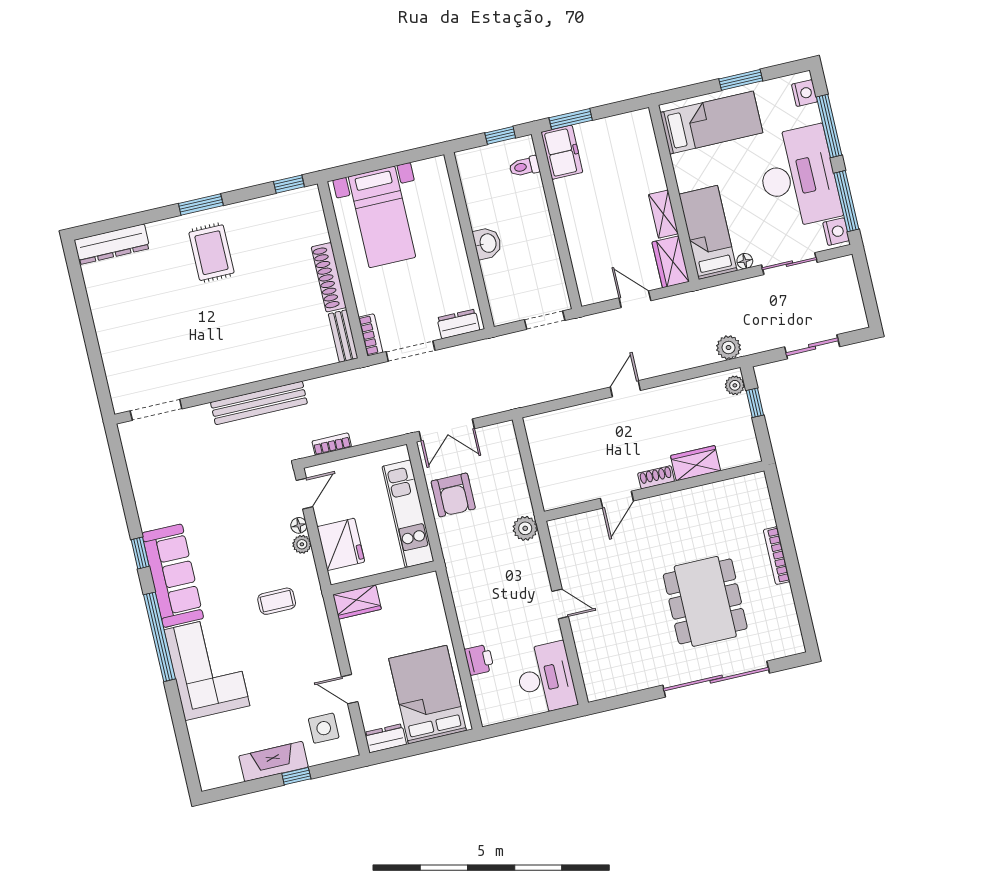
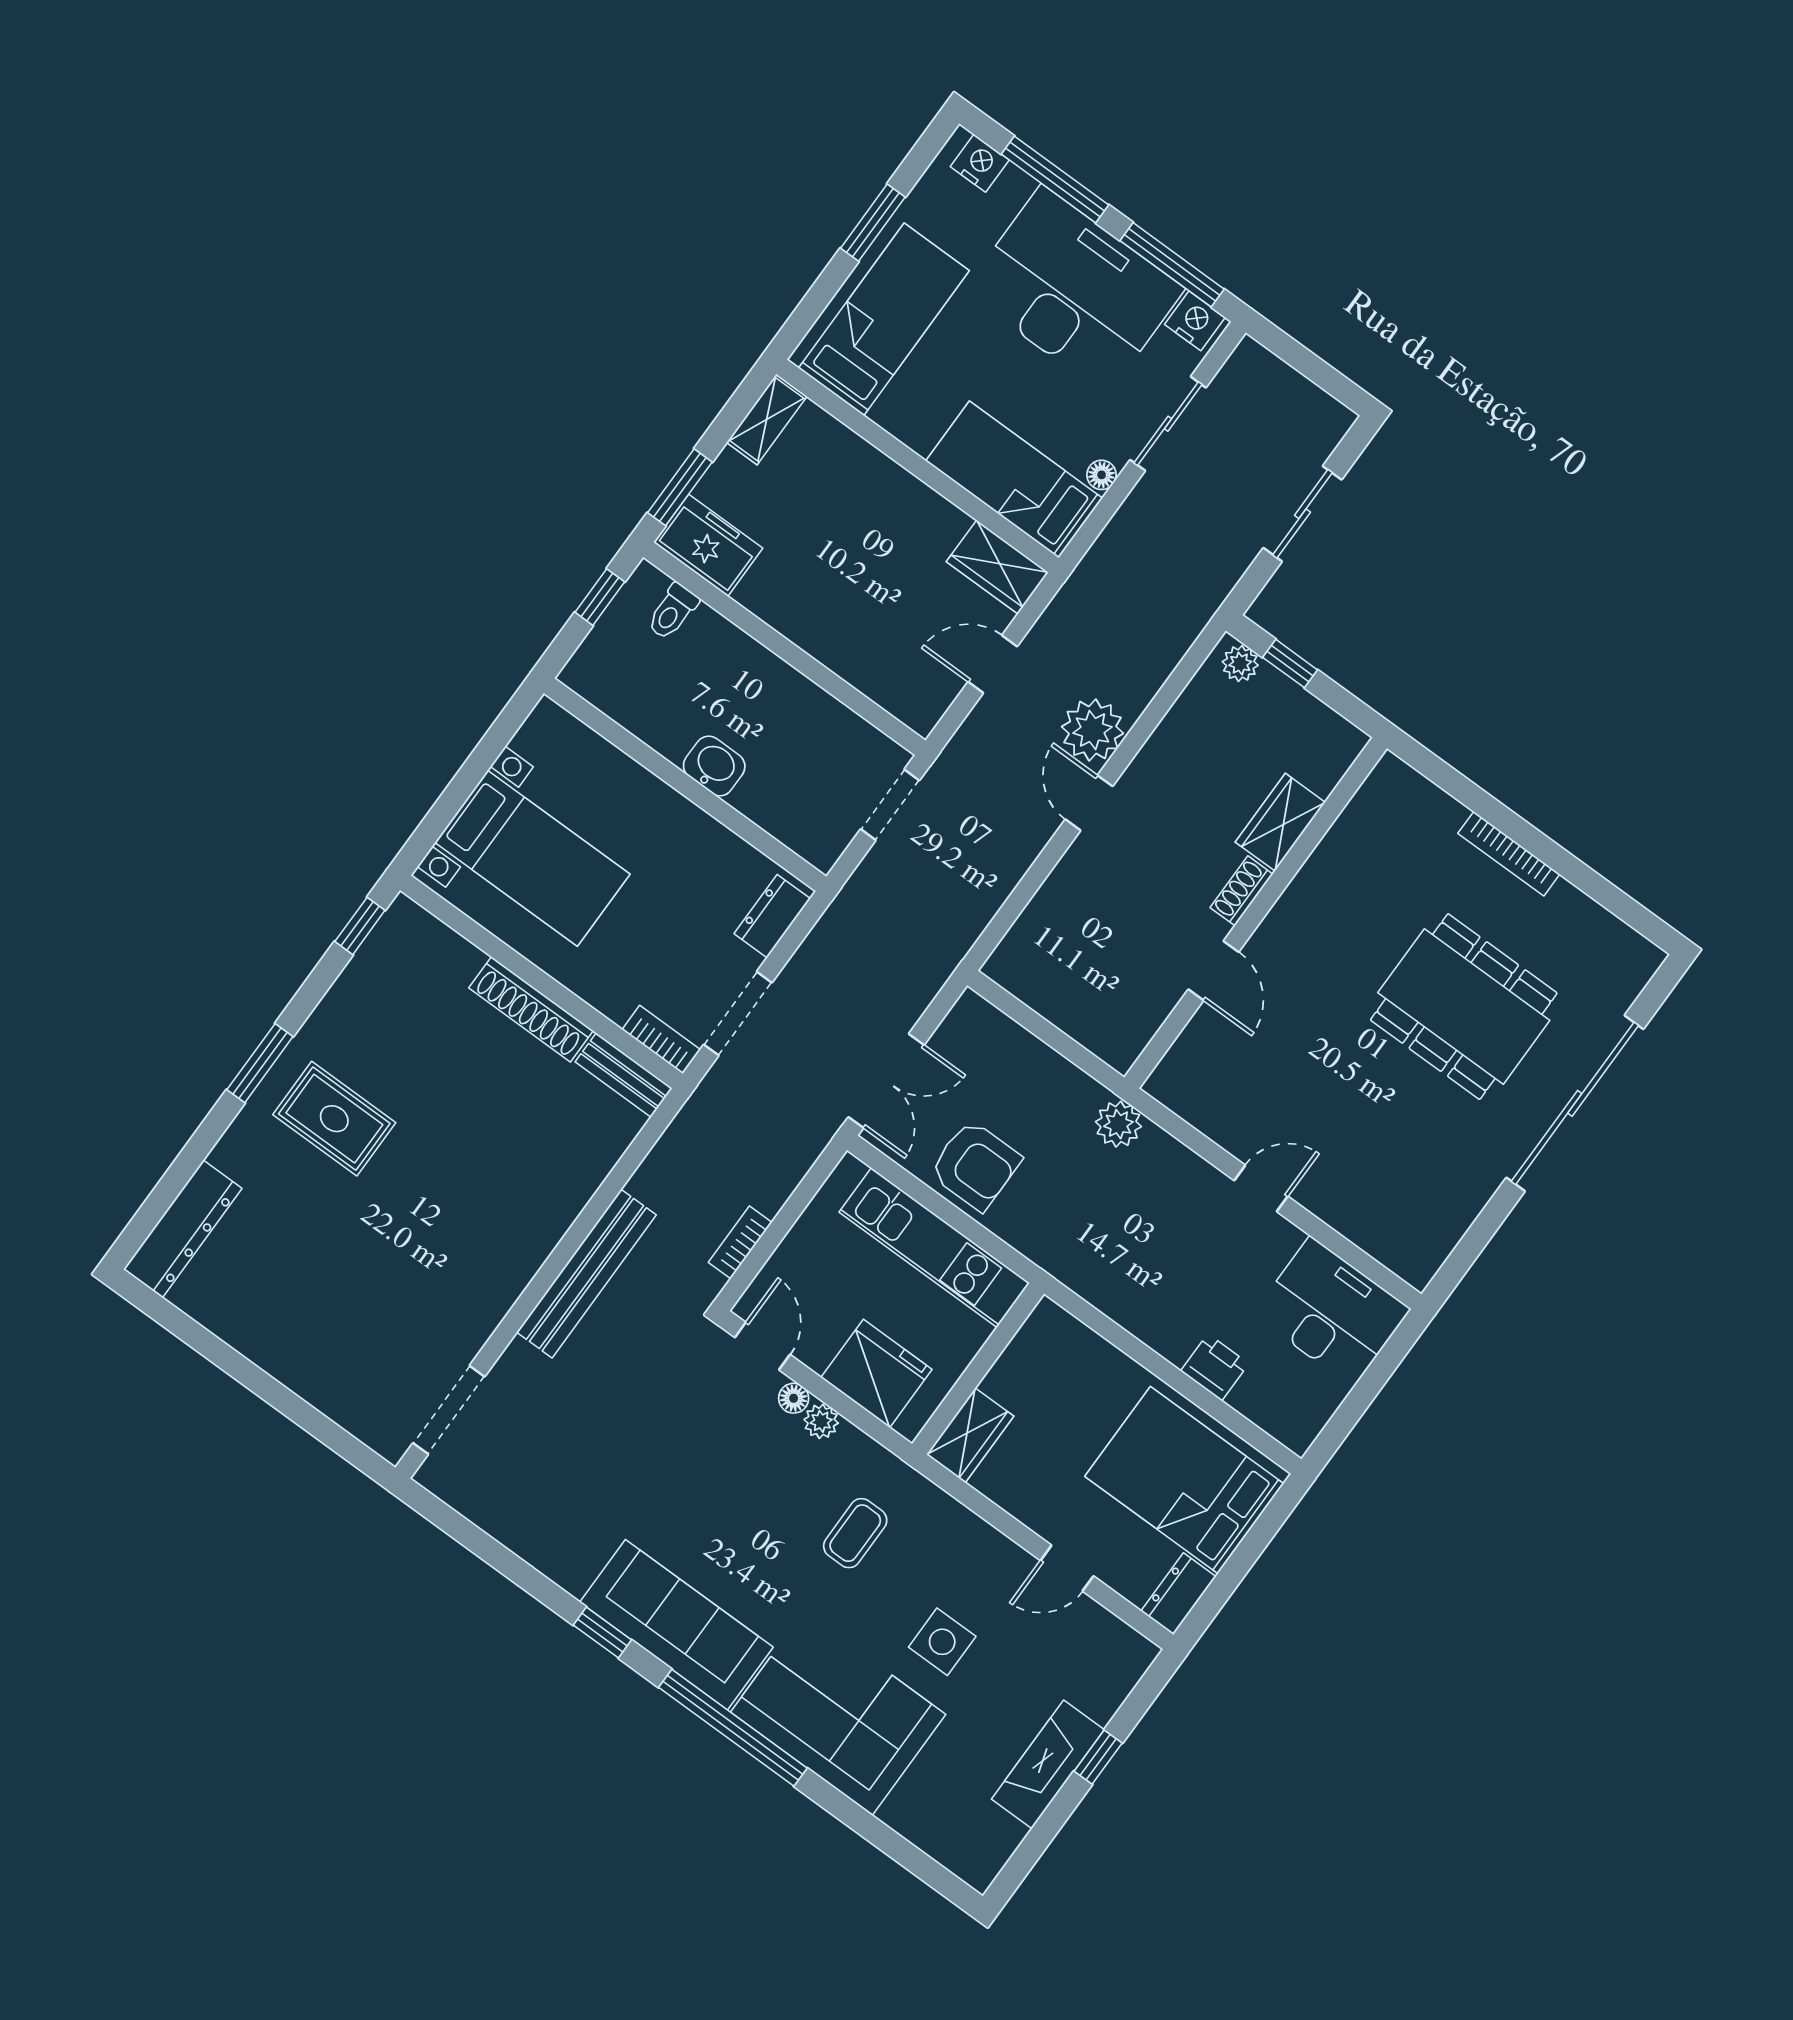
shelving: (663, 214) -> (767, 419), moved, turned 90
plant: (729, 348) -> (1092, 730), moved, width x1.36, depth x1.36
side table: (324, 728) -> (942, 1642), moved

